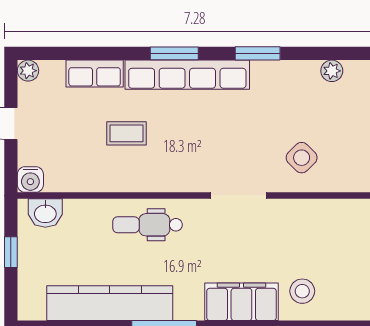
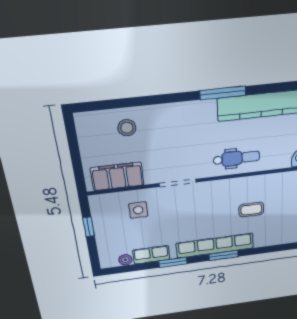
row of seats: (95, 74) -> (151, 255), moved
side table: (302, 158) -> (138, 210), turned 45
filing cabinet: (241, 302) -> (117, 176), moved, turned 180

